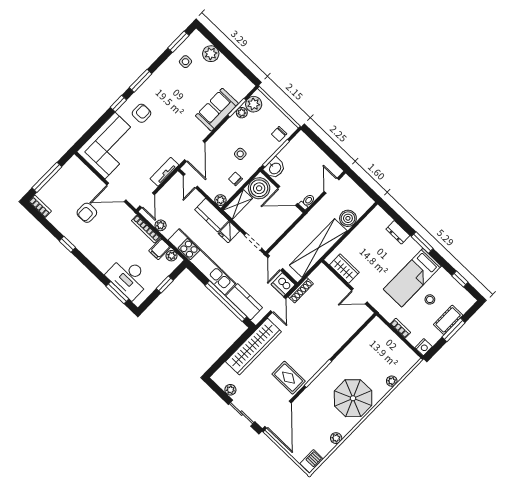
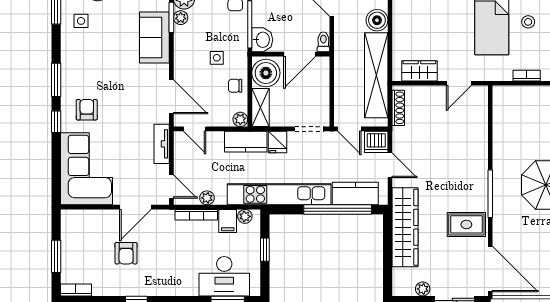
window: (47, 177) -> (56, 256), width x0.69
shoe rack: (301, 290) -> (398, 108), moved

